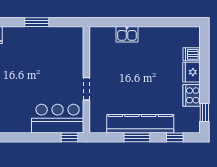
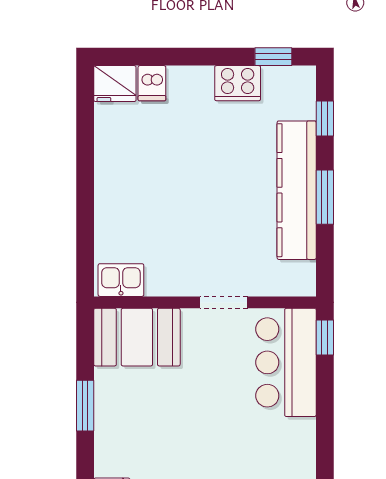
kitchen sink: (127, 34) -> (121, 280), moved, turned -90
booth: (70, 47) -> (137, 337), added
fridge: (191, 72) -> (115, 84), moved

